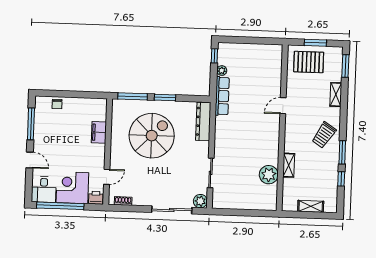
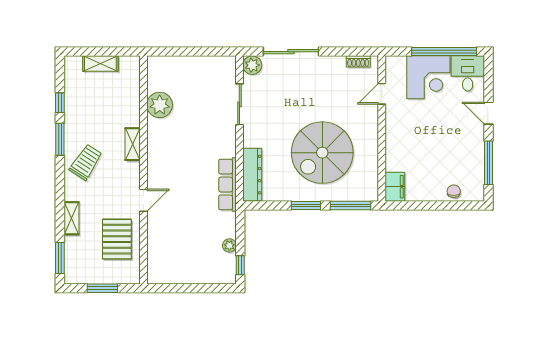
pallet: (309, 62) -> (117, 239), moved, turned 90
row of seats: (222, 96) -> (227, 184), moved
filing cabinet: (99, 132) -> (395, 187), moved
shelving: (289, 165) -> (133, 144), moved
printer: (96, 198) -> (396, 65), removed

